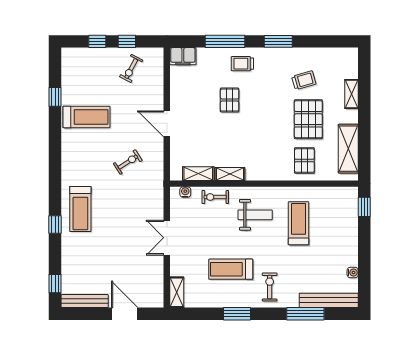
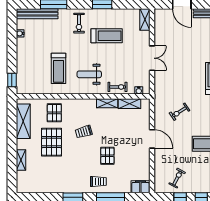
trolley: (304, 80) -> (84, 132), moved

